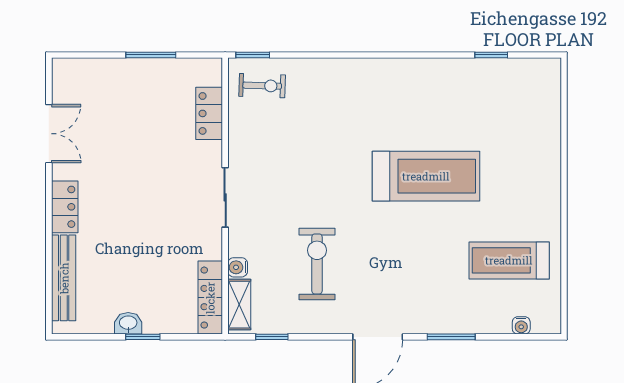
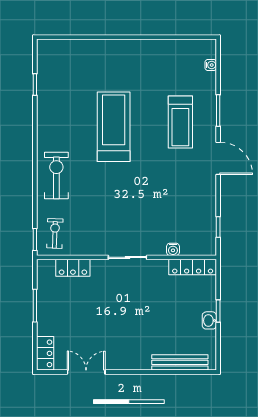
locker: (65, 207) -> (45, 353), moved, turned 90
treadmill: (509, 260) -> (180, 122), moved
exercise bike: (317, 264) -> (56, 175), moved, turned 90
shelving: (239, 305) -> (197, 248), removed

